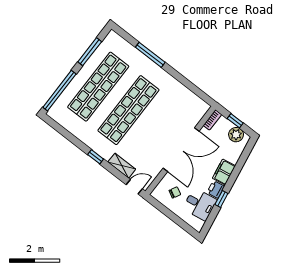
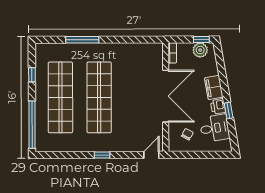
window: (90, 52) -> (32, 75), width x0.46
window: (235, 121) -> (201, 39), moved
shelving: (122, 166) -> (128, 146), removed

